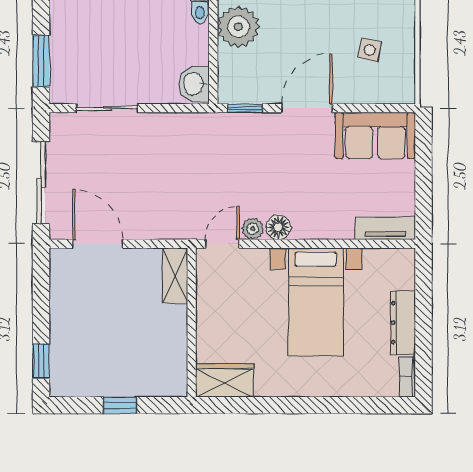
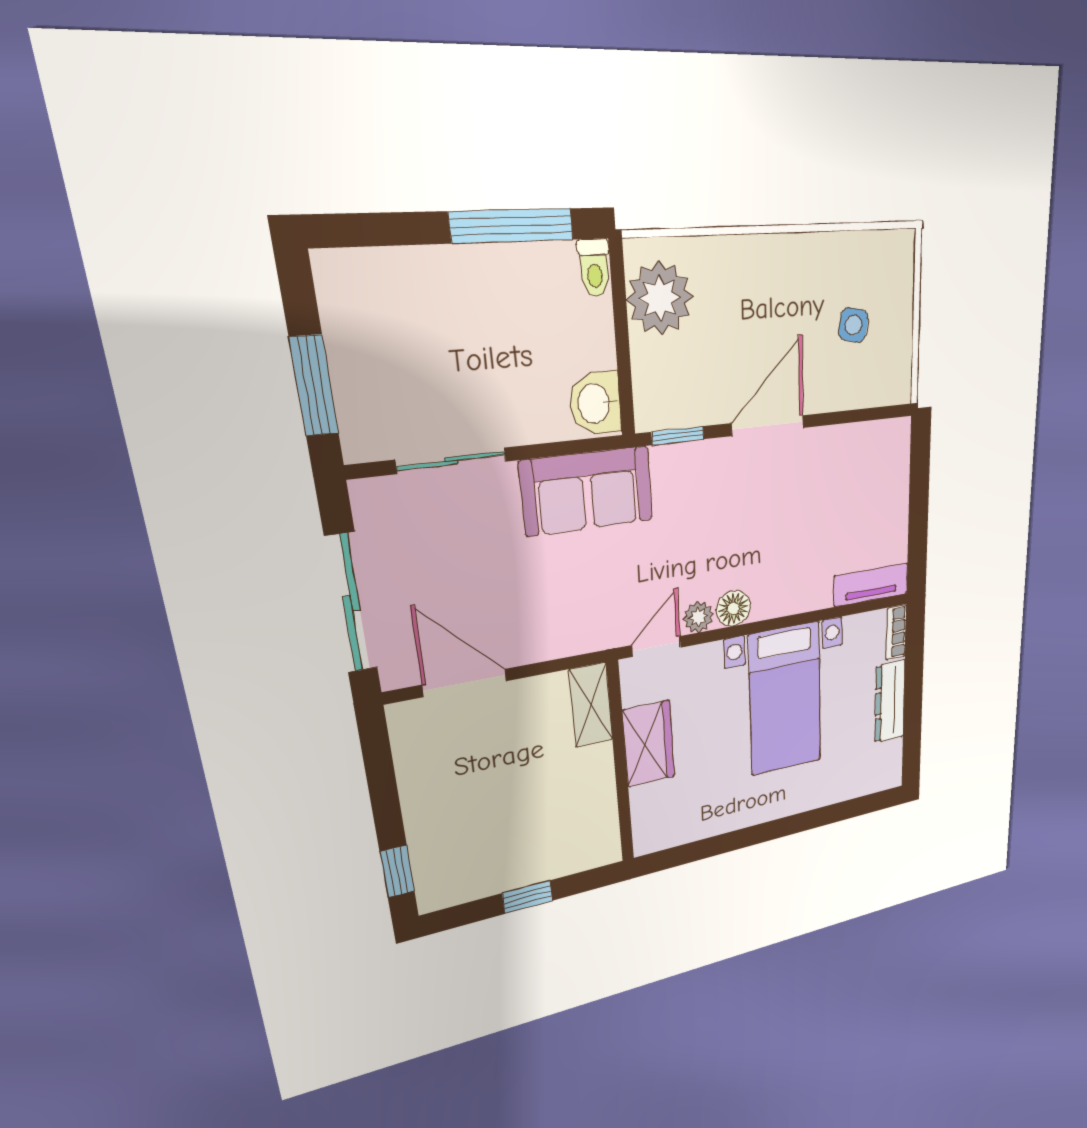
sofa: (375, 135) -> (587, 491), moved
bookcase: (407, 377) -> (896, 633), moved
wardrobe: (225, 380) -> (649, 744), moved, turned 90

